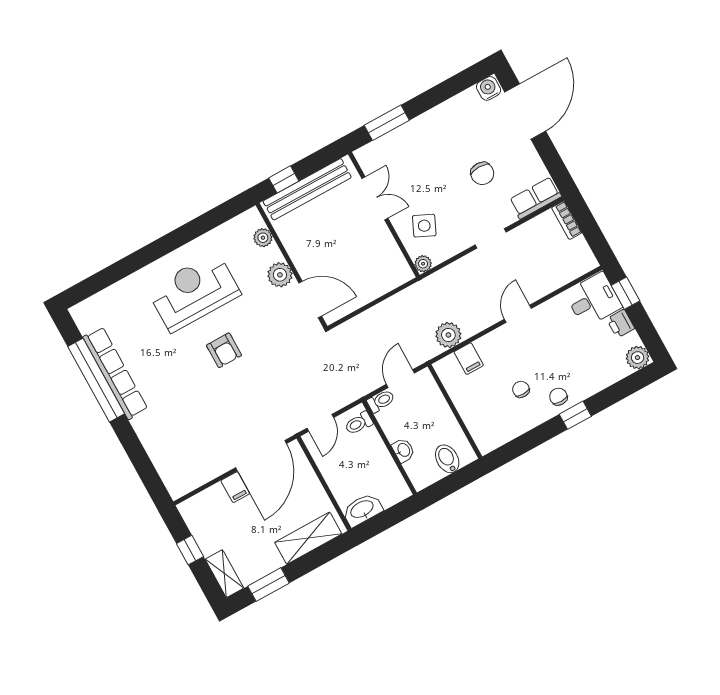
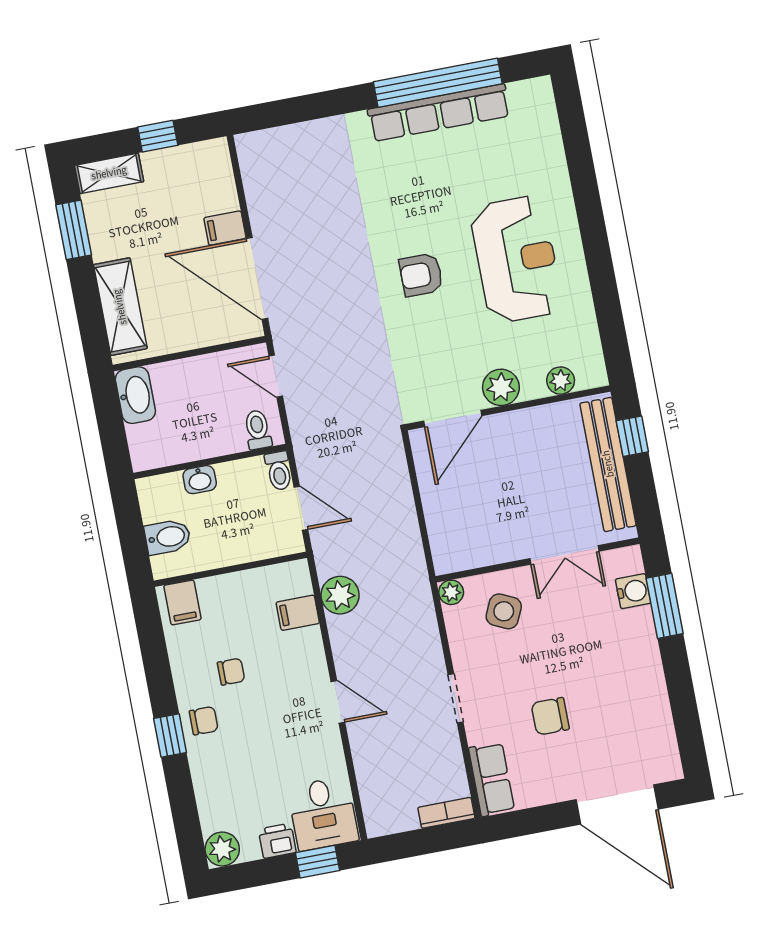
water cooler: (489, 88) -> (633, 591), moved
filing cabinet: (486, 435) -> (182, 602), added

